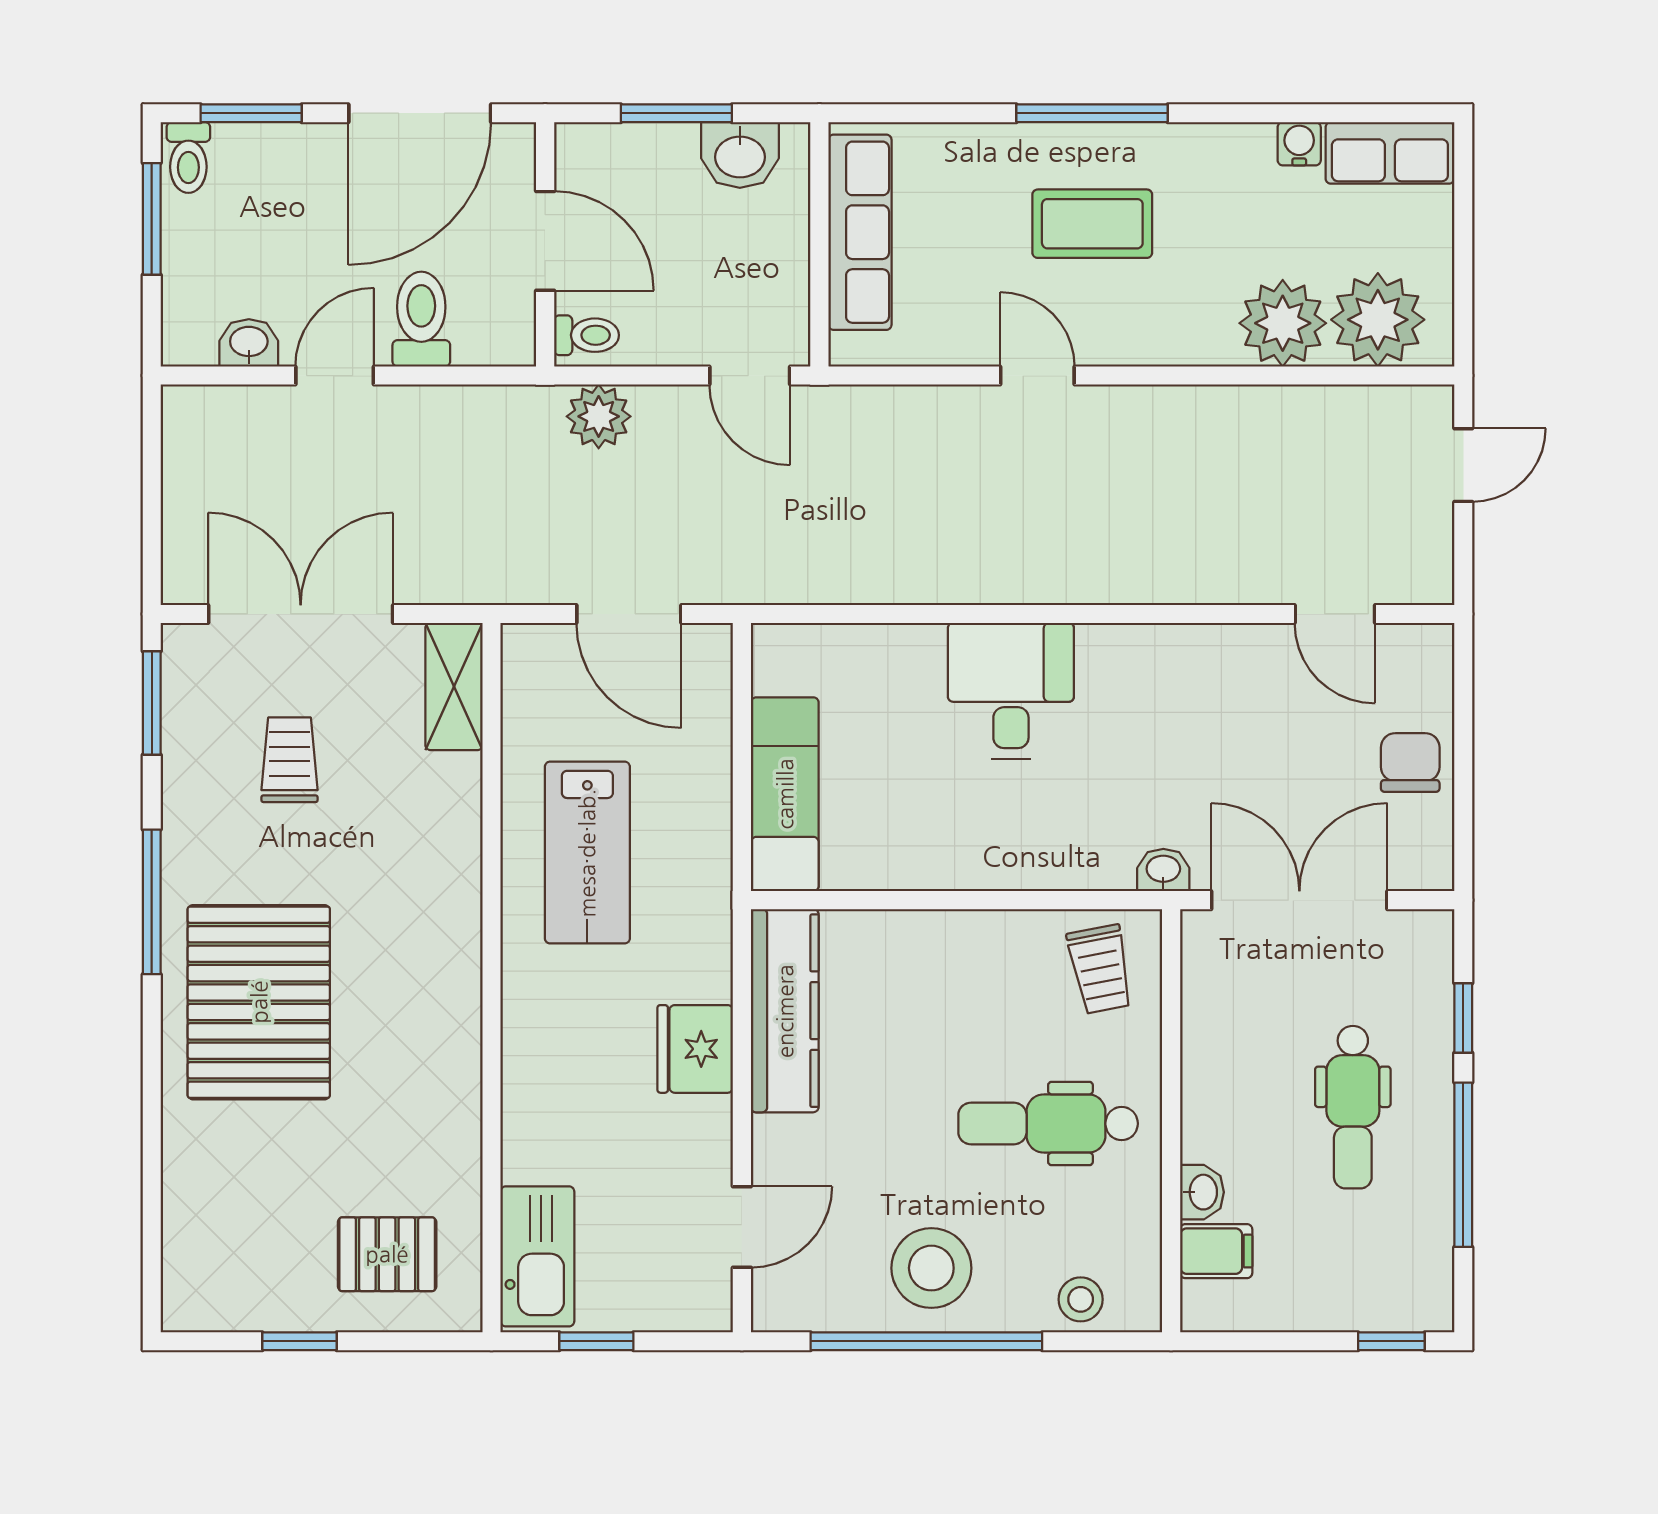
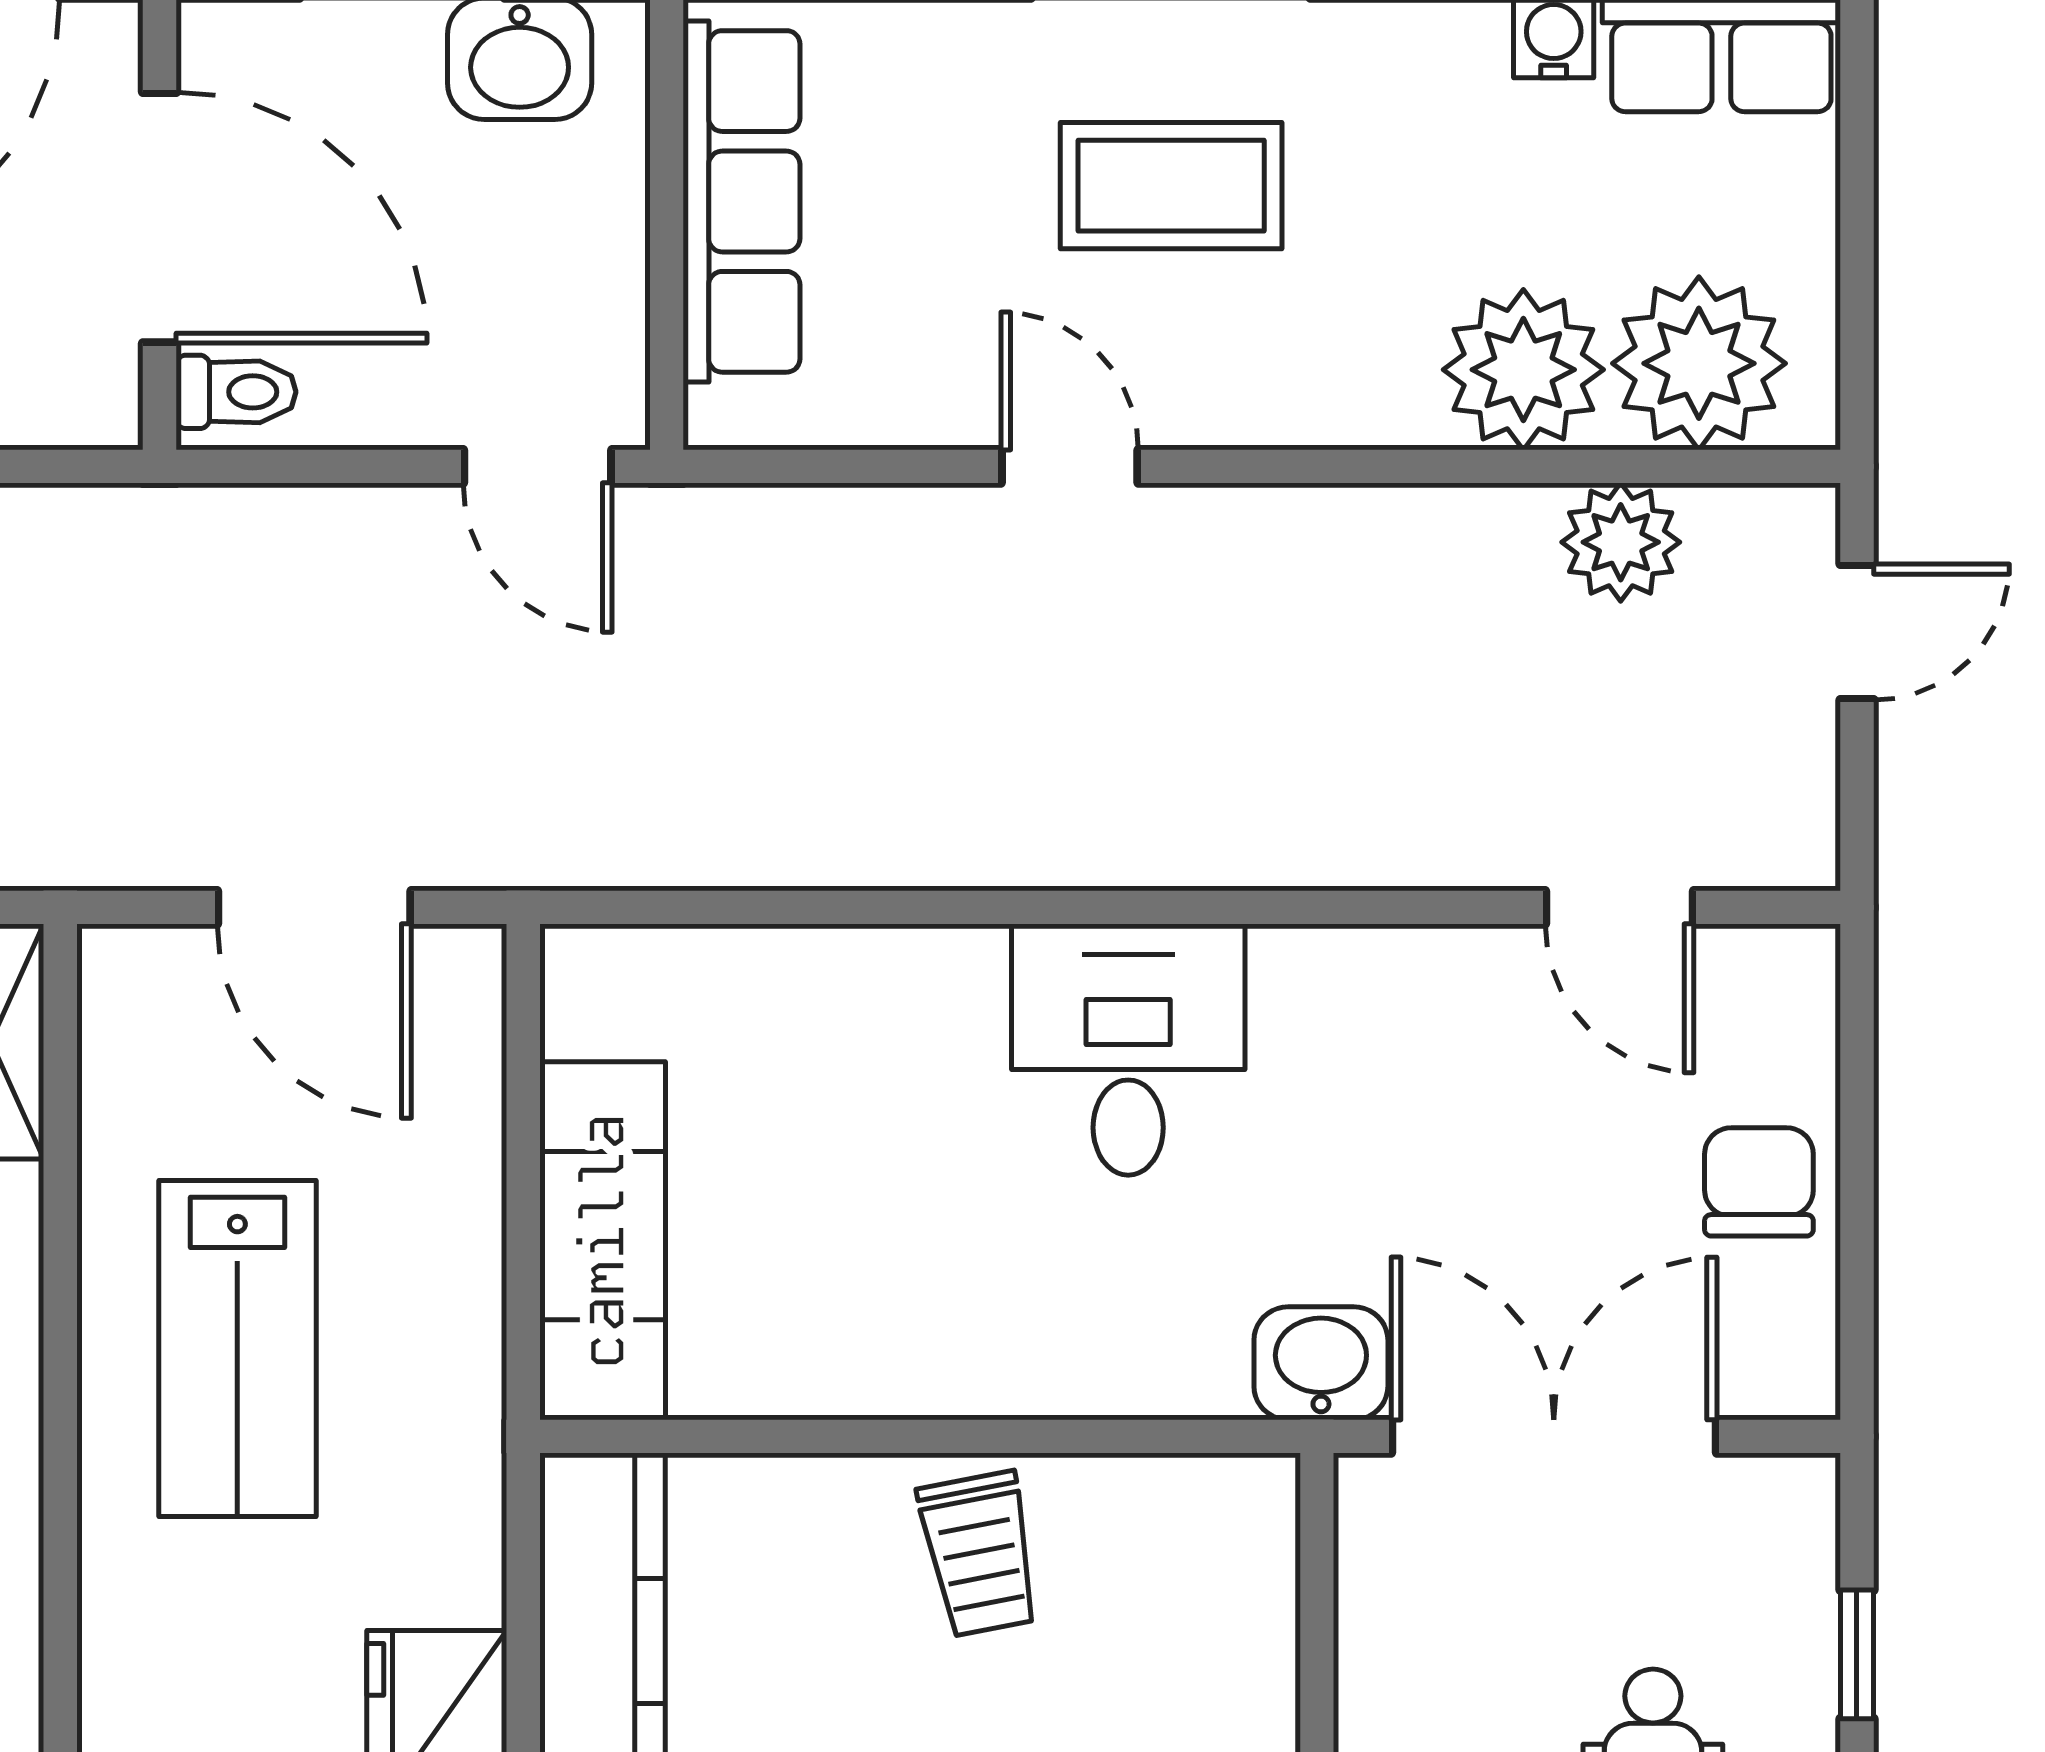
door: (545, 241) -> (159, 218), width x1.36
plant: (599, 416) -> (1621, 542), moved
desk: (1011, 691) -> (1128, 1050), moved
washbasin: (1163, 870) -> (1321, 1363), width x1.38, depth x1.45
trolley: (1100, 969) -> (979, 1554), moved

